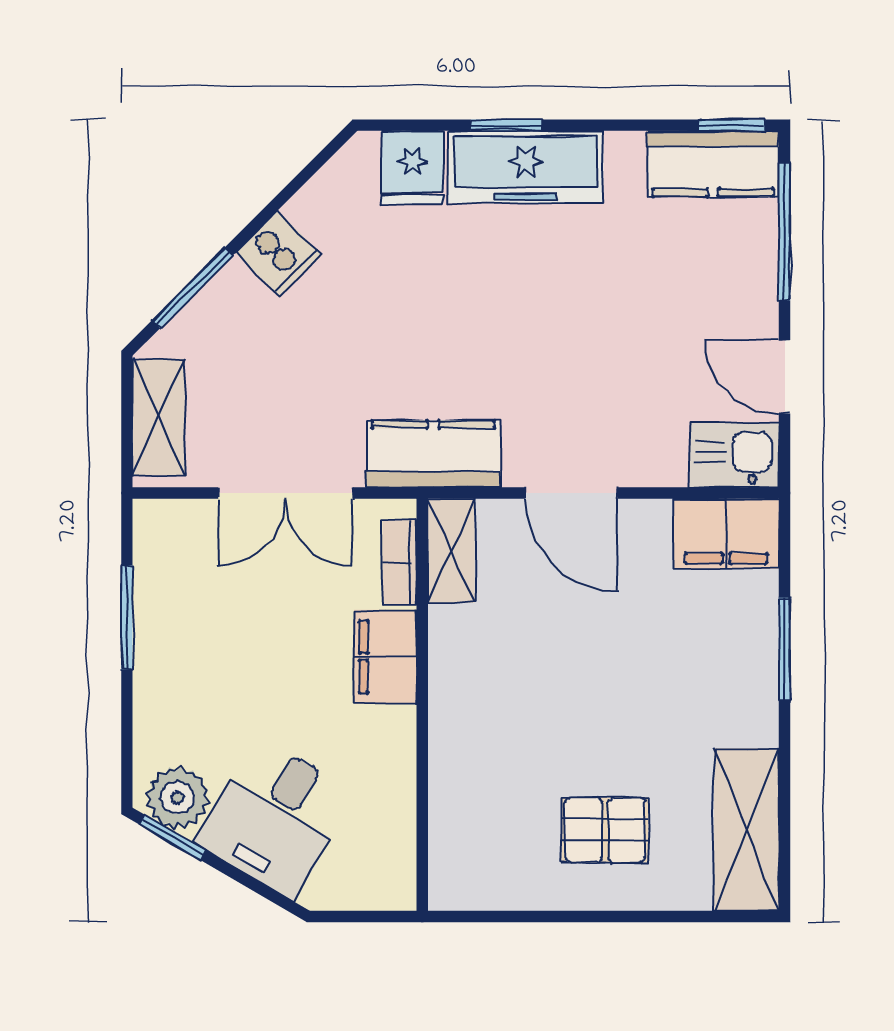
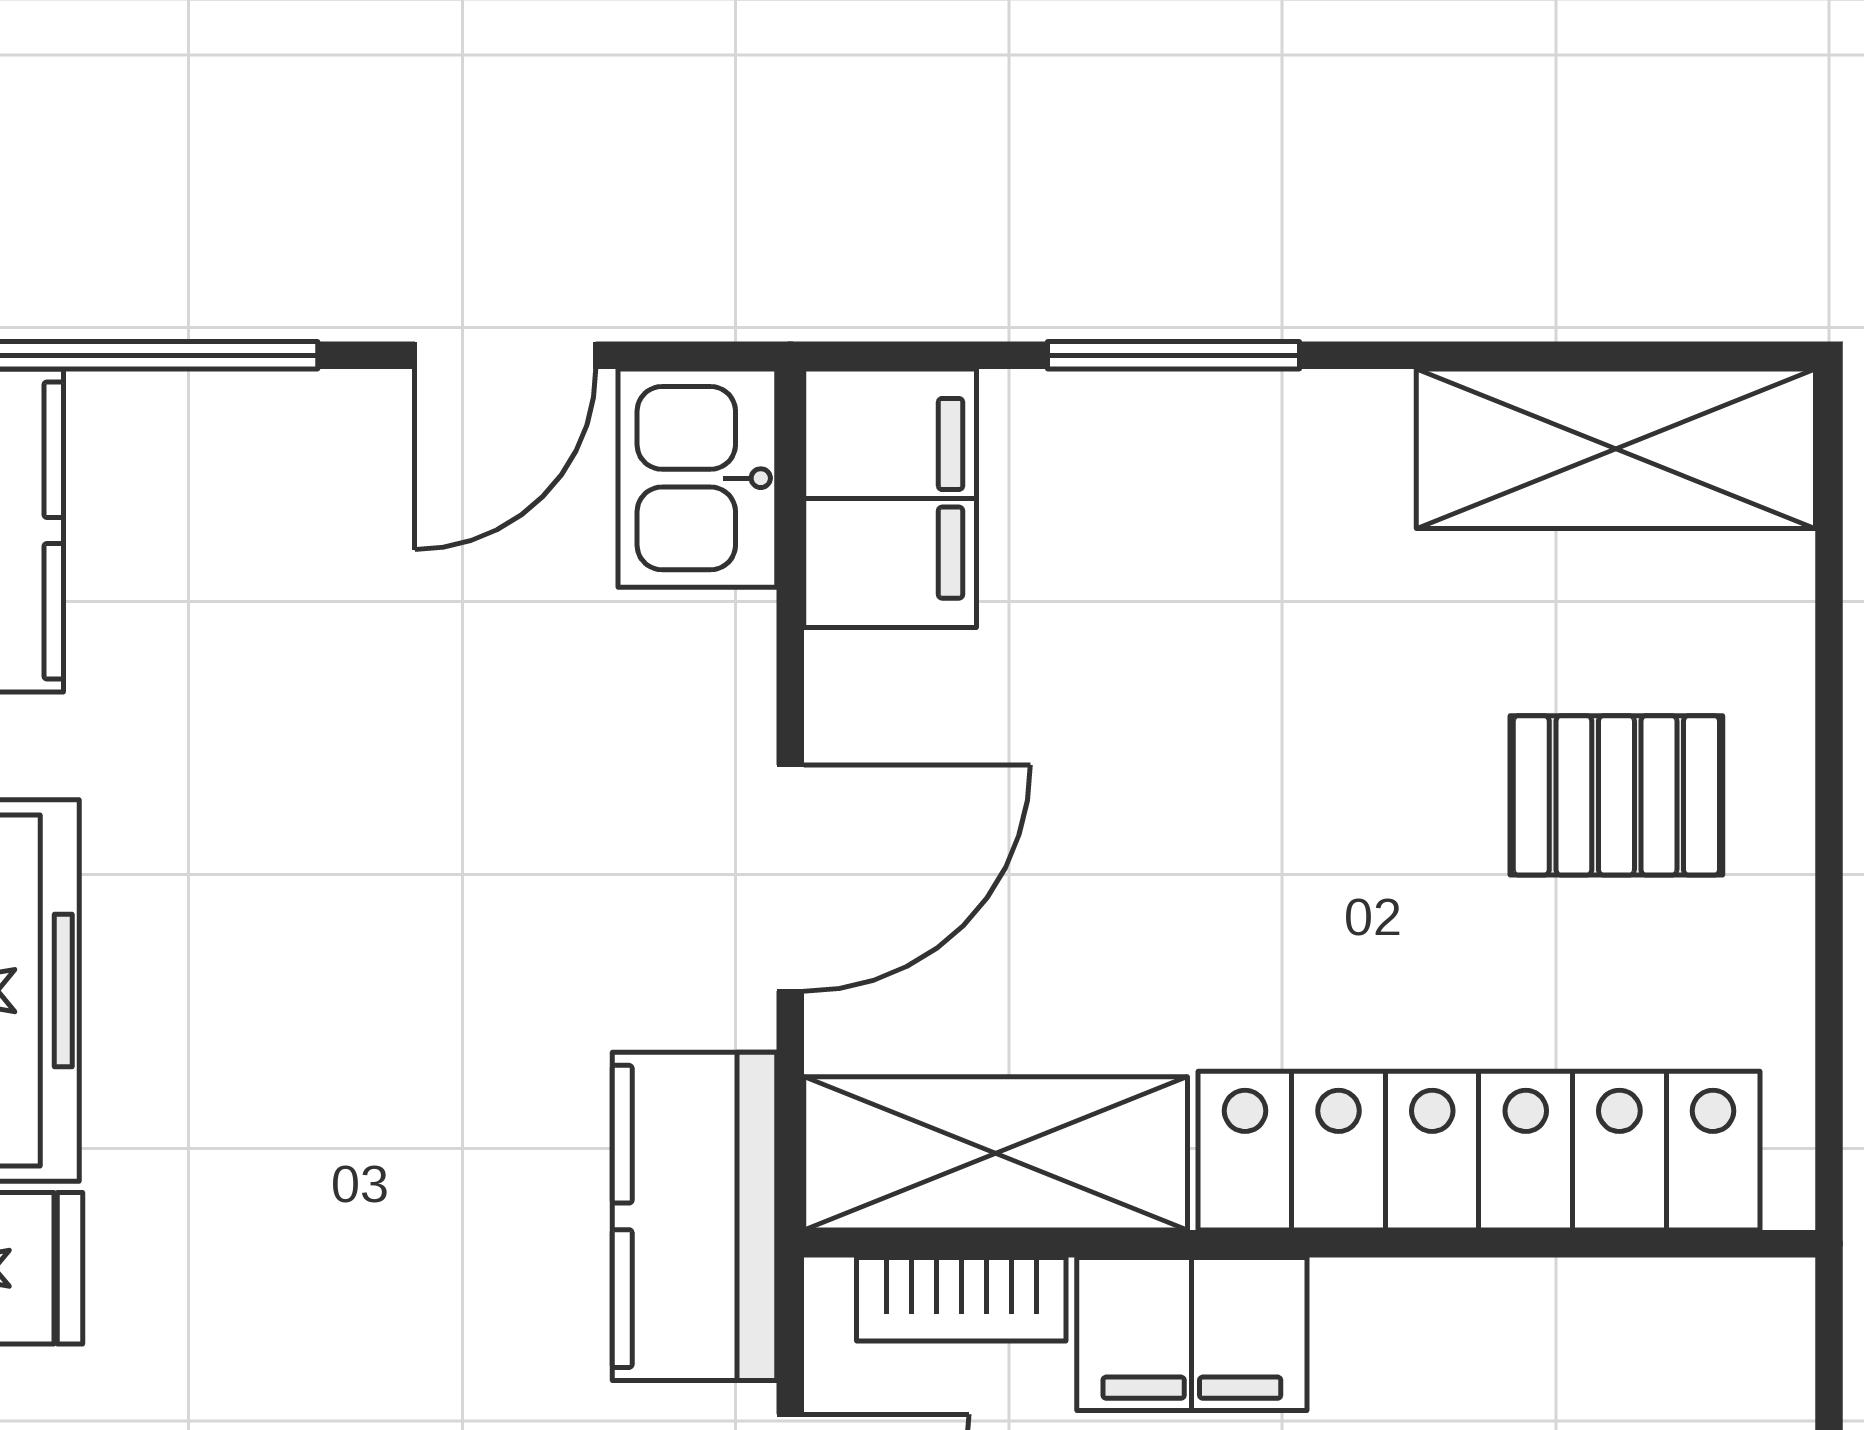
shelving: (451, 551) -> (996, 1153), width x1.50, depth x1.33
locker: (460, 774) -> (1479, 1151), added
pallet: (605, 830) -> (1616, 795), turned 90

